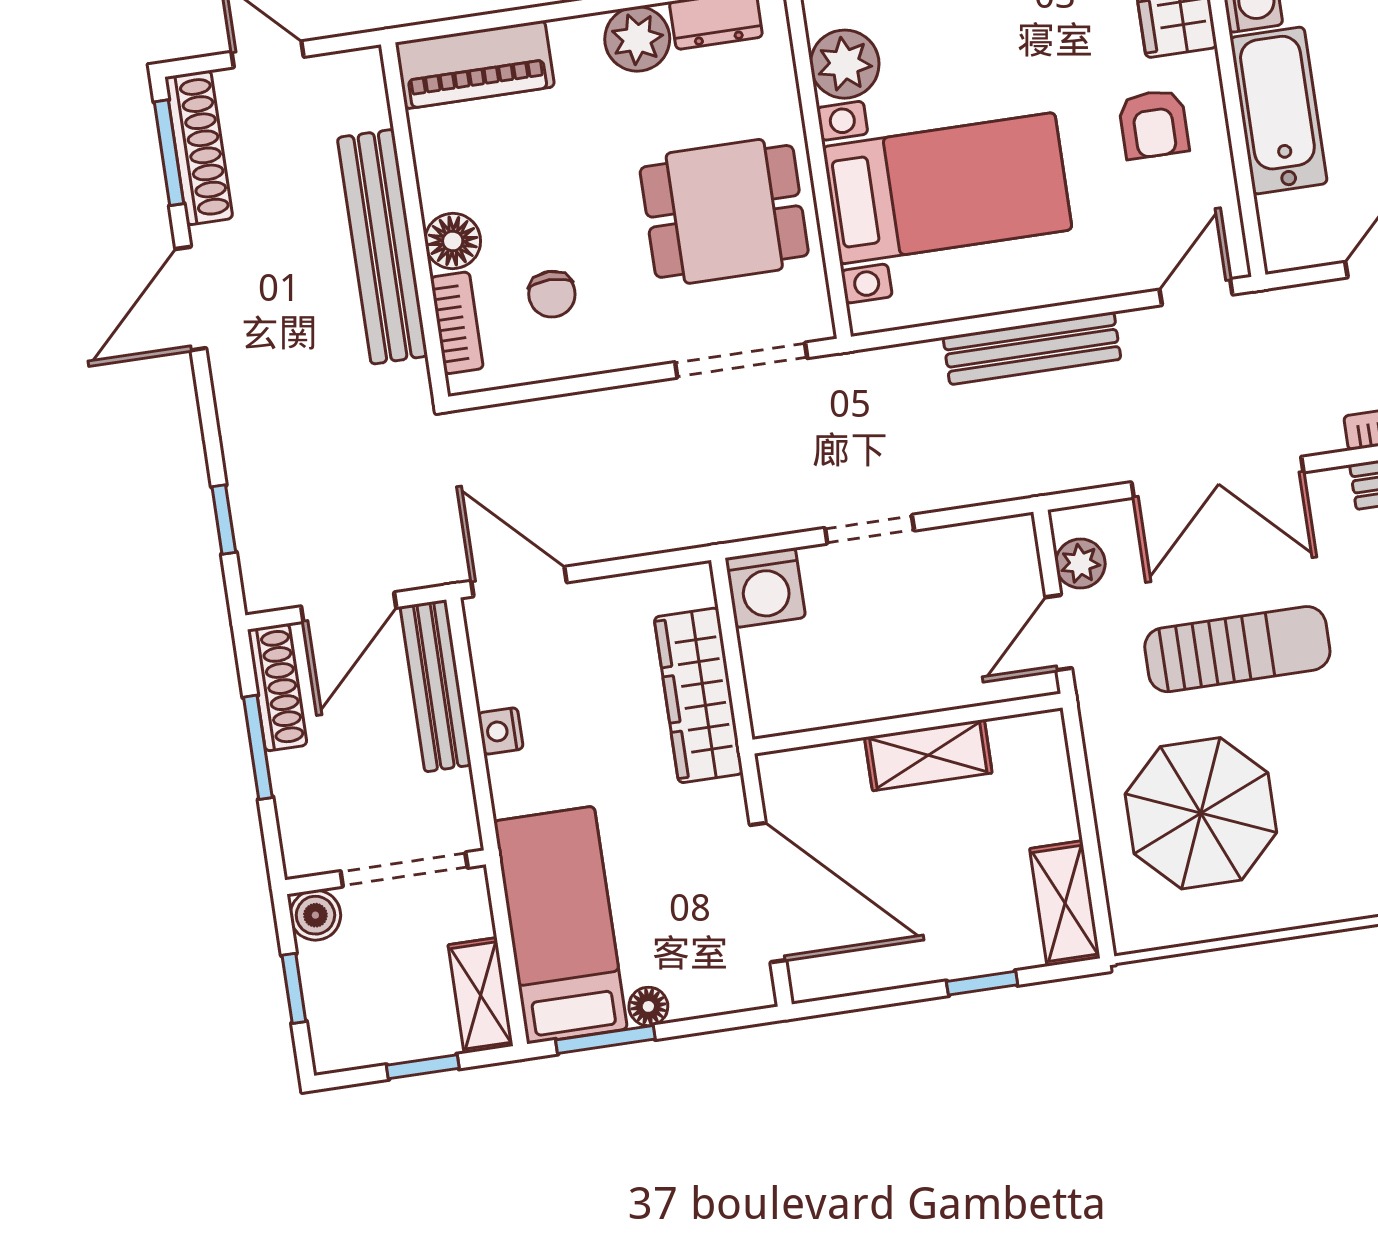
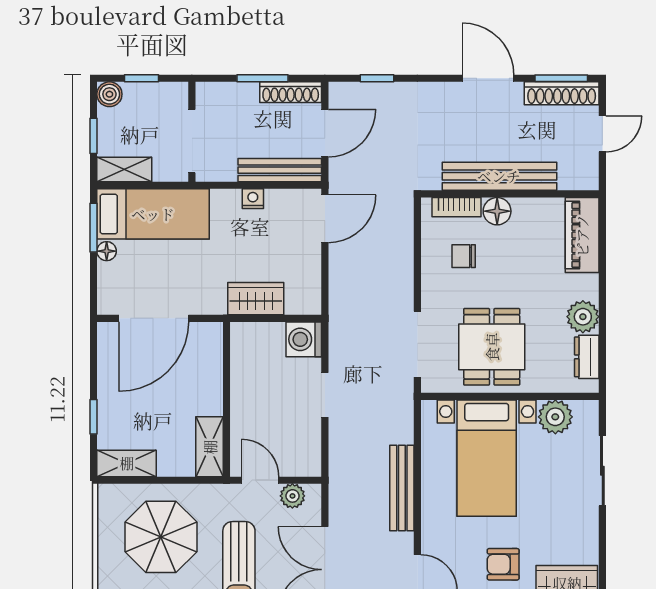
door: (349, 607) -> (325, 133), swing flipped
wardrobe: (699, 695) -> (256, 299), width x0.67
shelving: (928, 755) -> (210, 447), moved
boiler: (315, 915) -> (109, 94), moved

